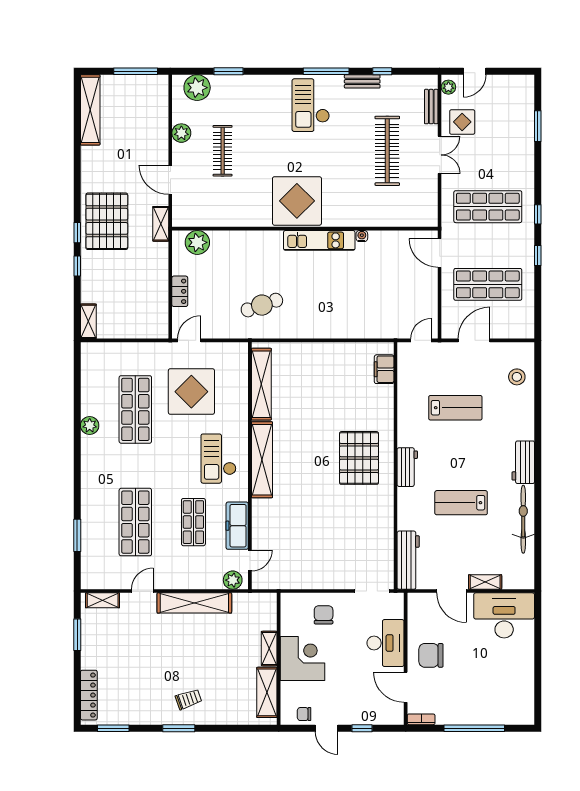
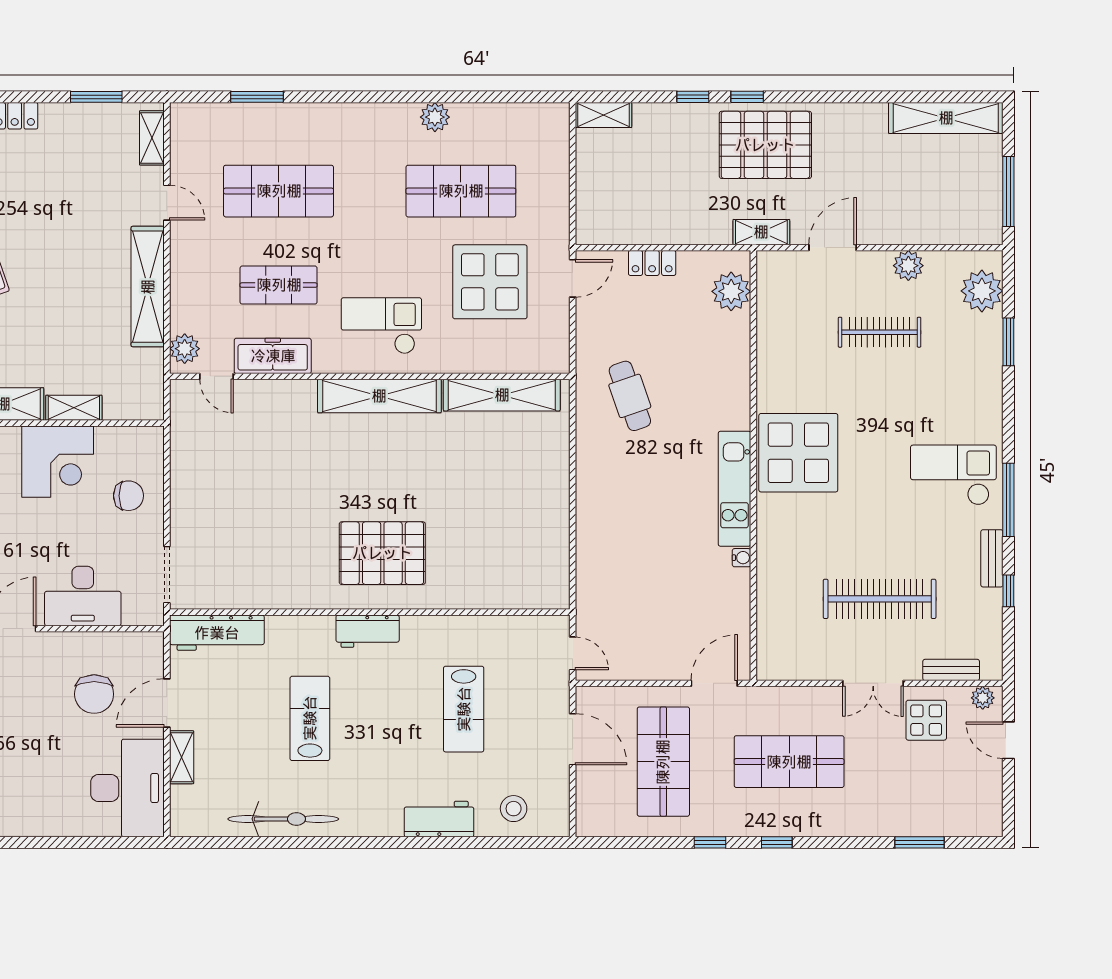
shop shelf: (488, 207) -> (789, 762), turned 90
door: (189, 340) -> (573, 278), hinge flipped
filing cabinet: (384, 369) -> (526, 594), removed
workbench: (523, 462) -> (439, 819), moved
chair: (431, 655) -> (94, 694), moved, turned 180

